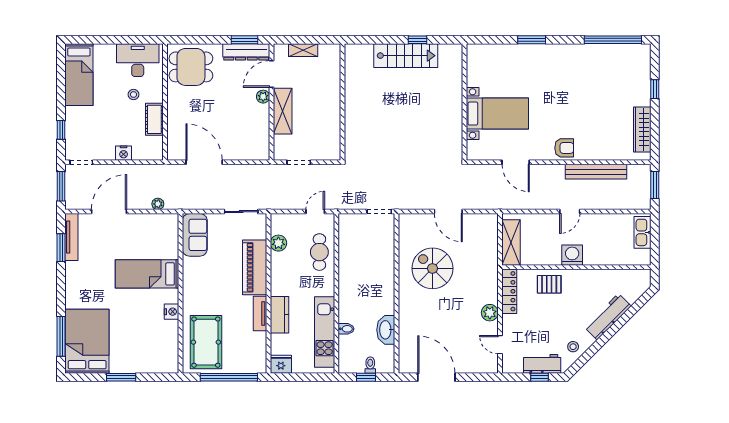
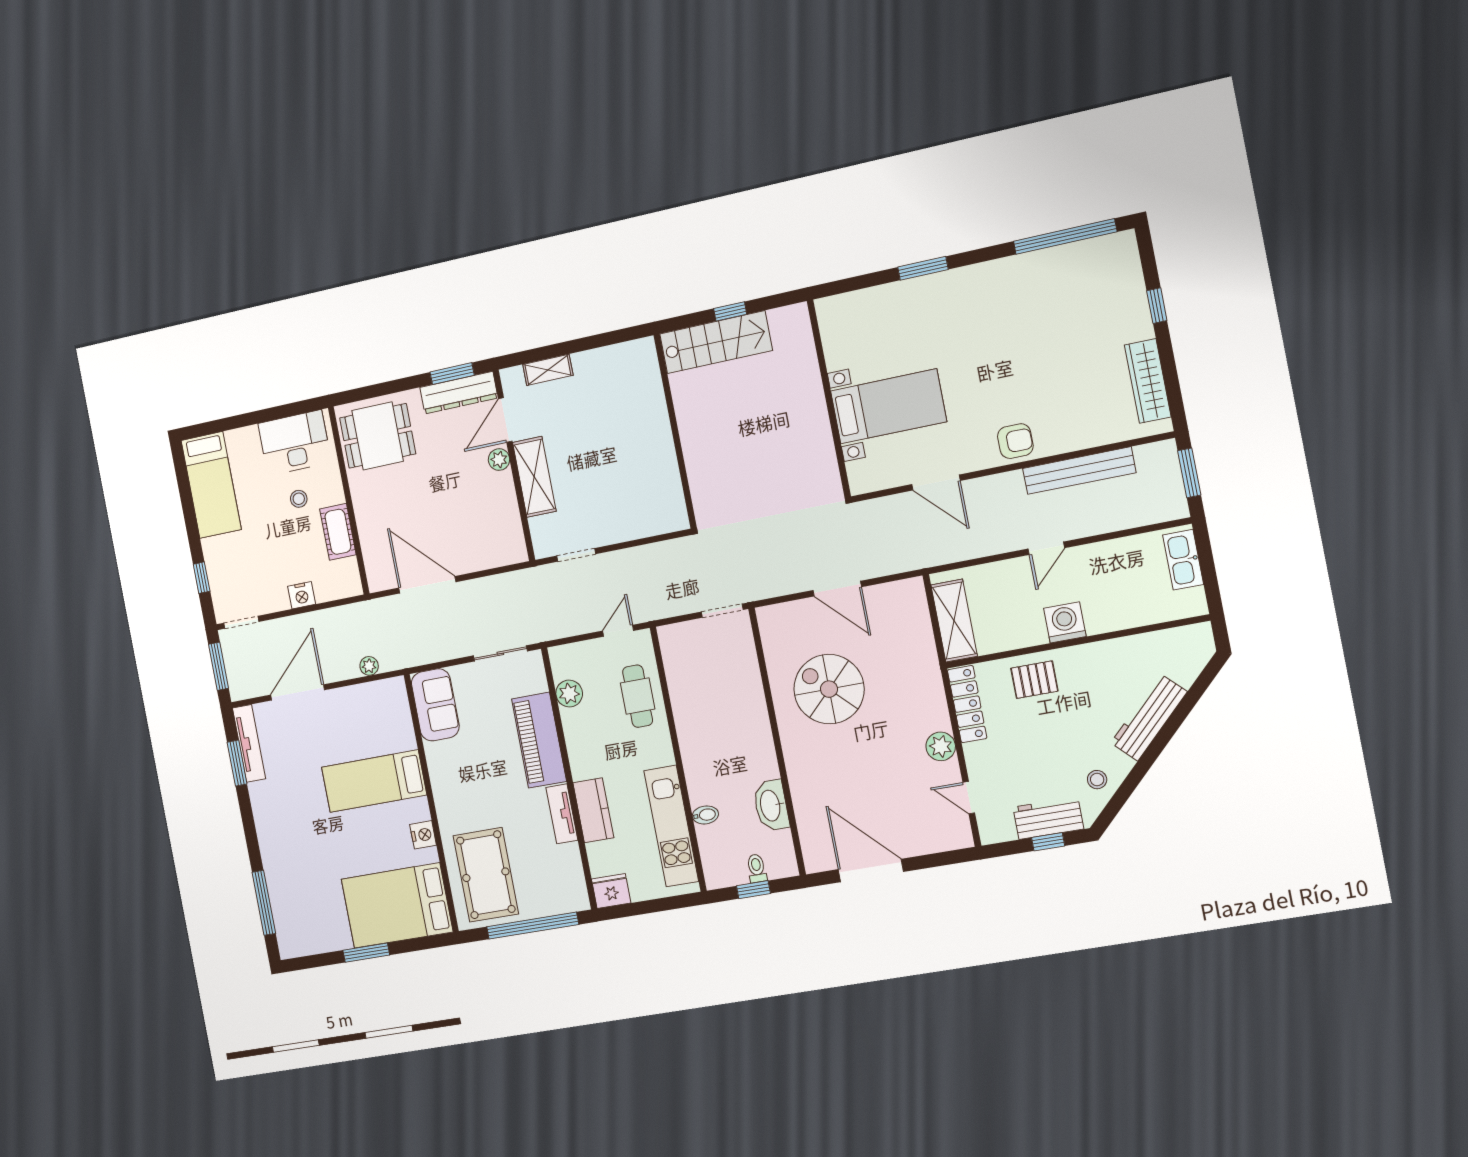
wall: (343, 102) -> (675, 431), moved
bed: (87, 341) -> (397, 905), moved, turned -90

